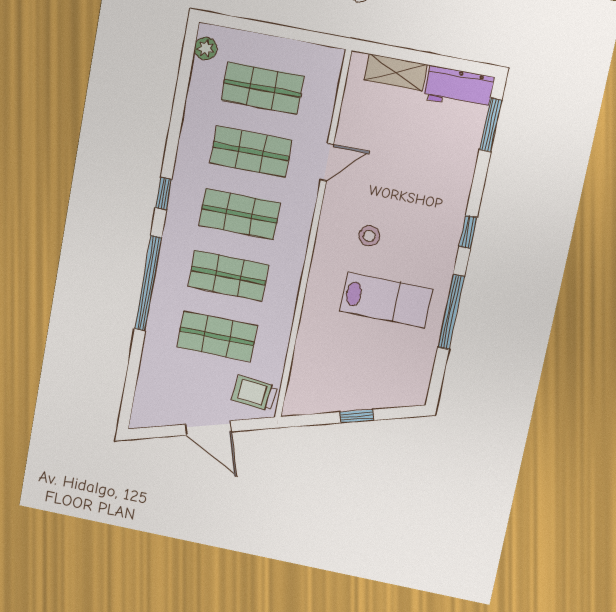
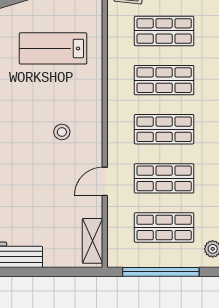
window: (277, 31) -> (161, 272), added
shelving: (396, 72) -> (93, 241), moved, turned 90
lab bench: (386, 300) -> (53, 48), moved

